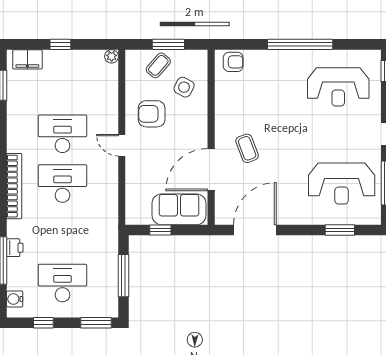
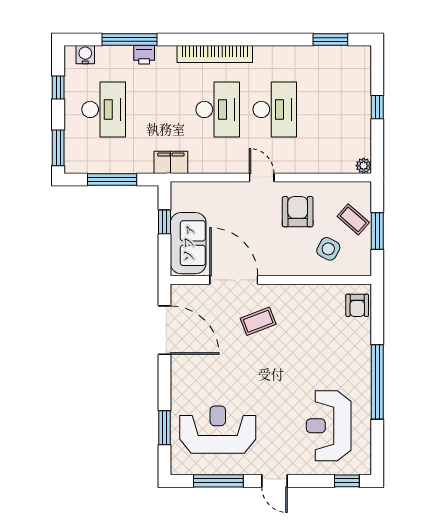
filing cabinet: (27, 59) -> (171, 162), moved, turned 90
door: (122, 145) -> (262, 177), hinge flipped
reception desk: (342, 184) -> (218, 430), turned 90

